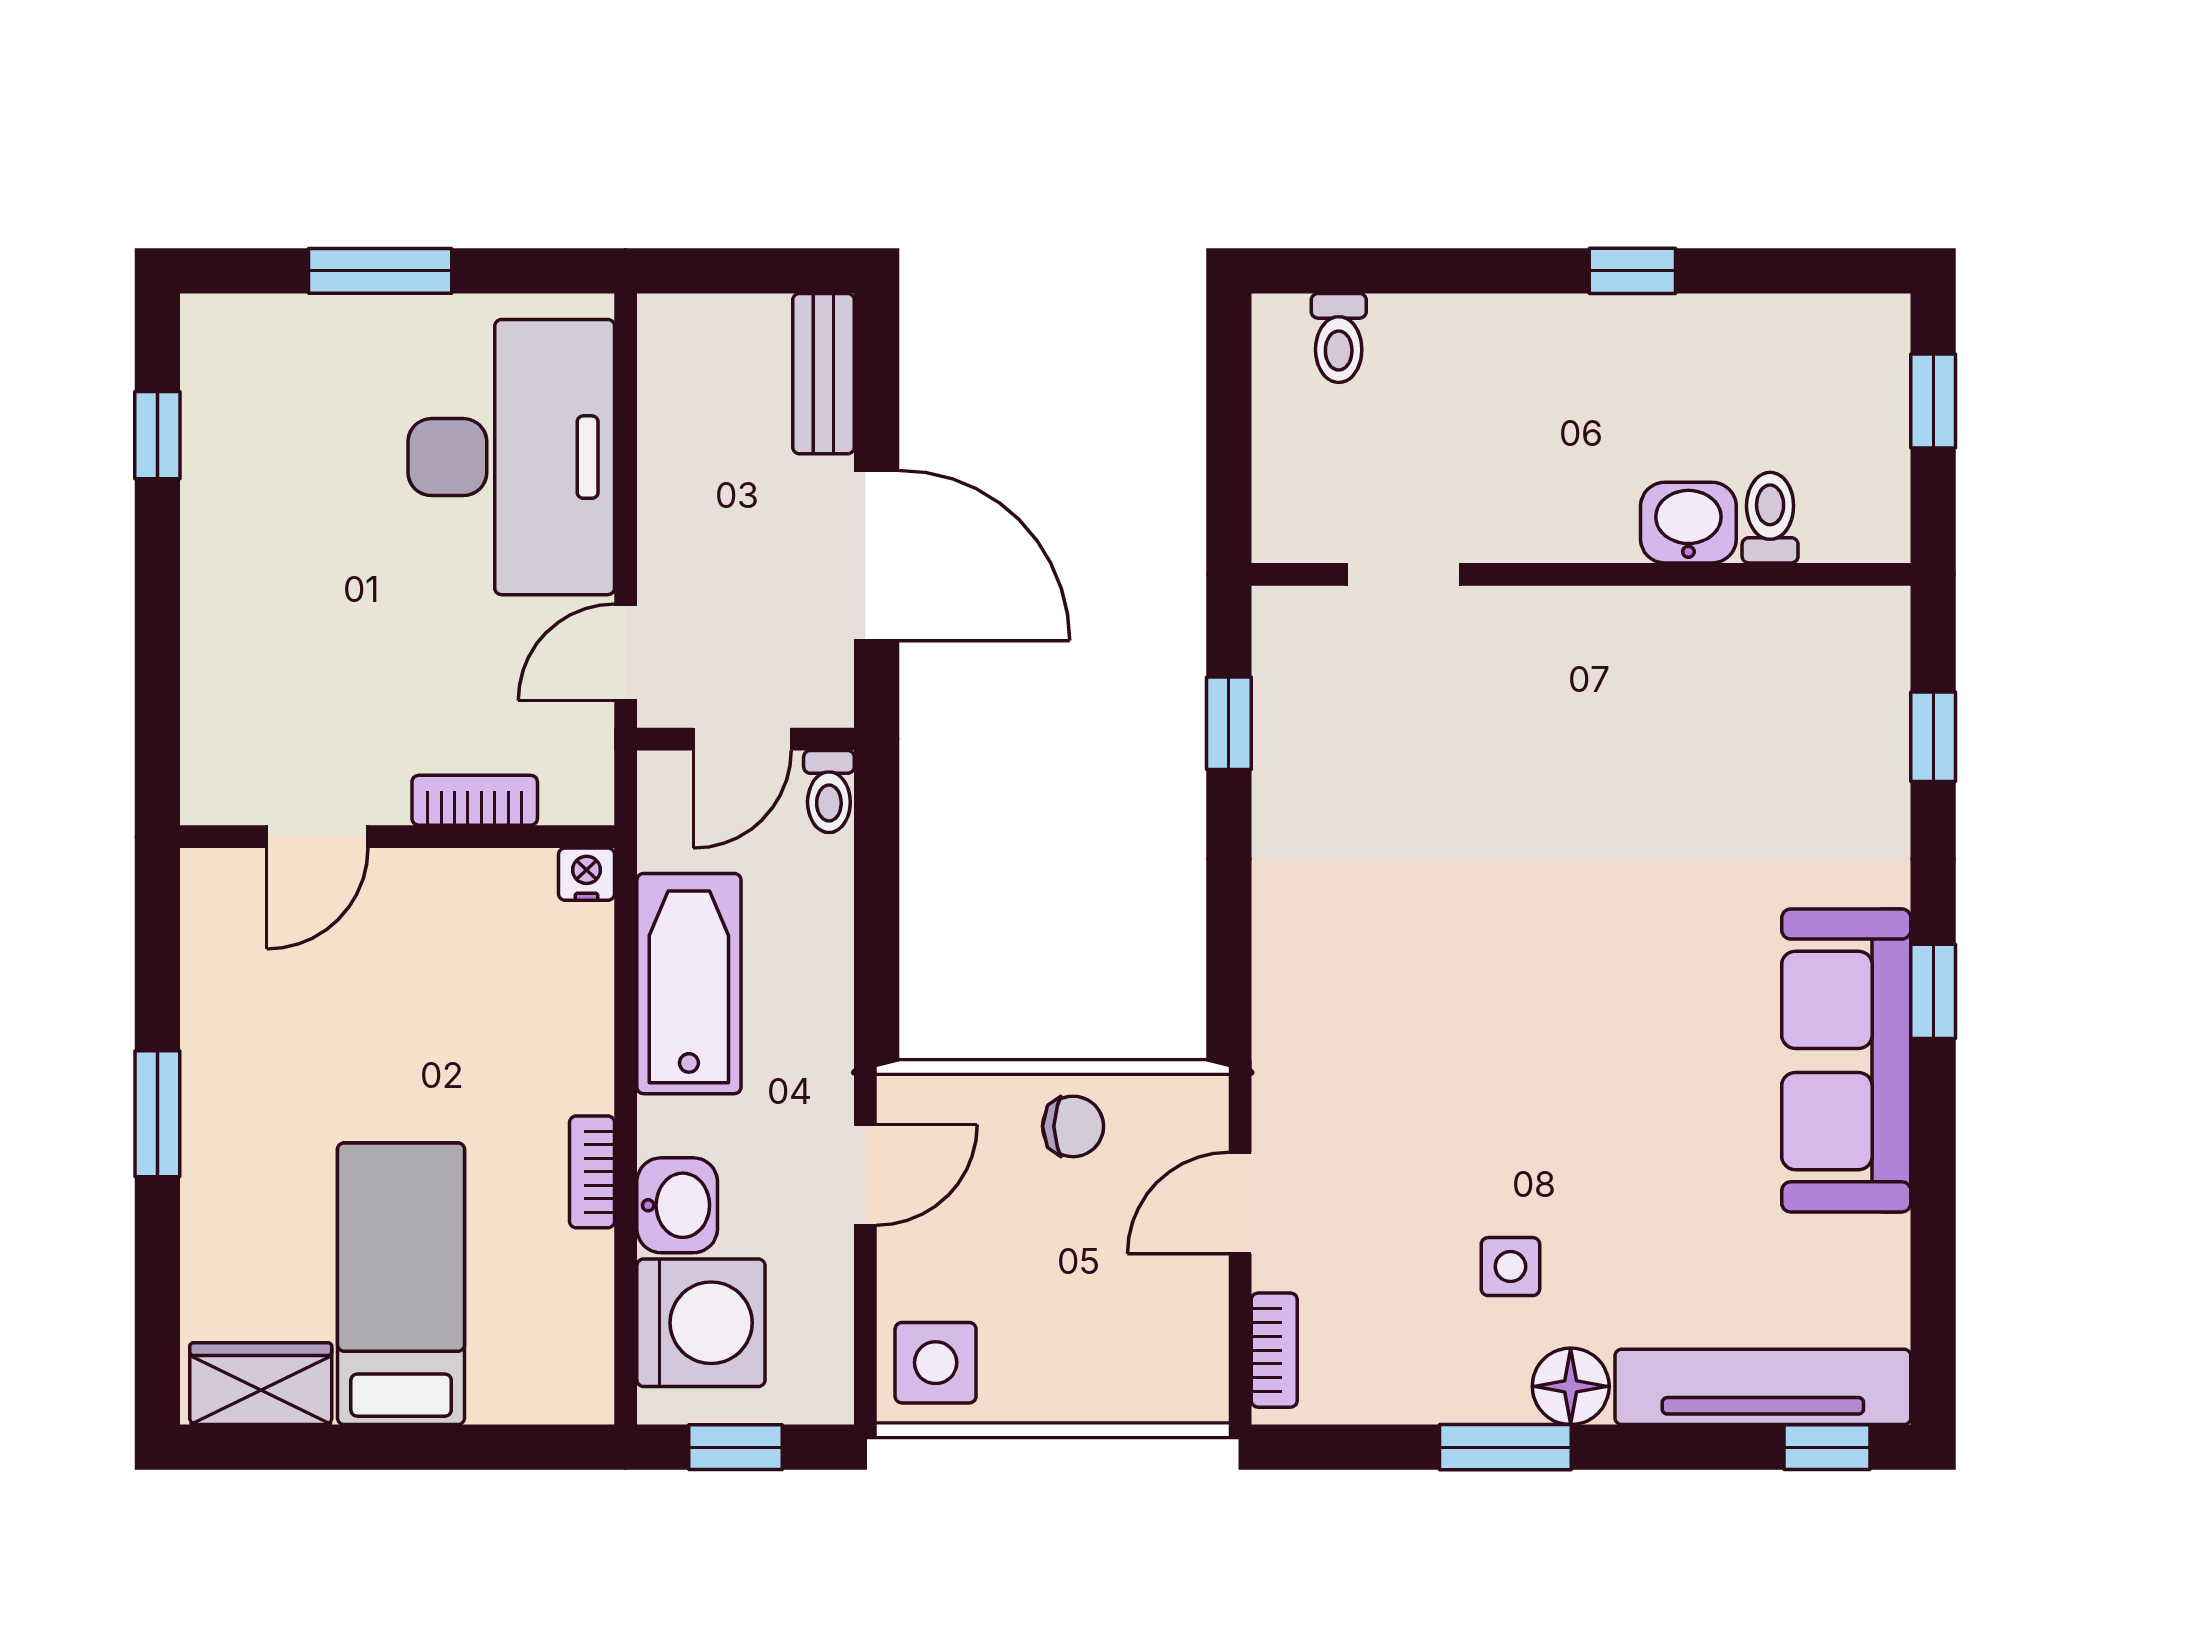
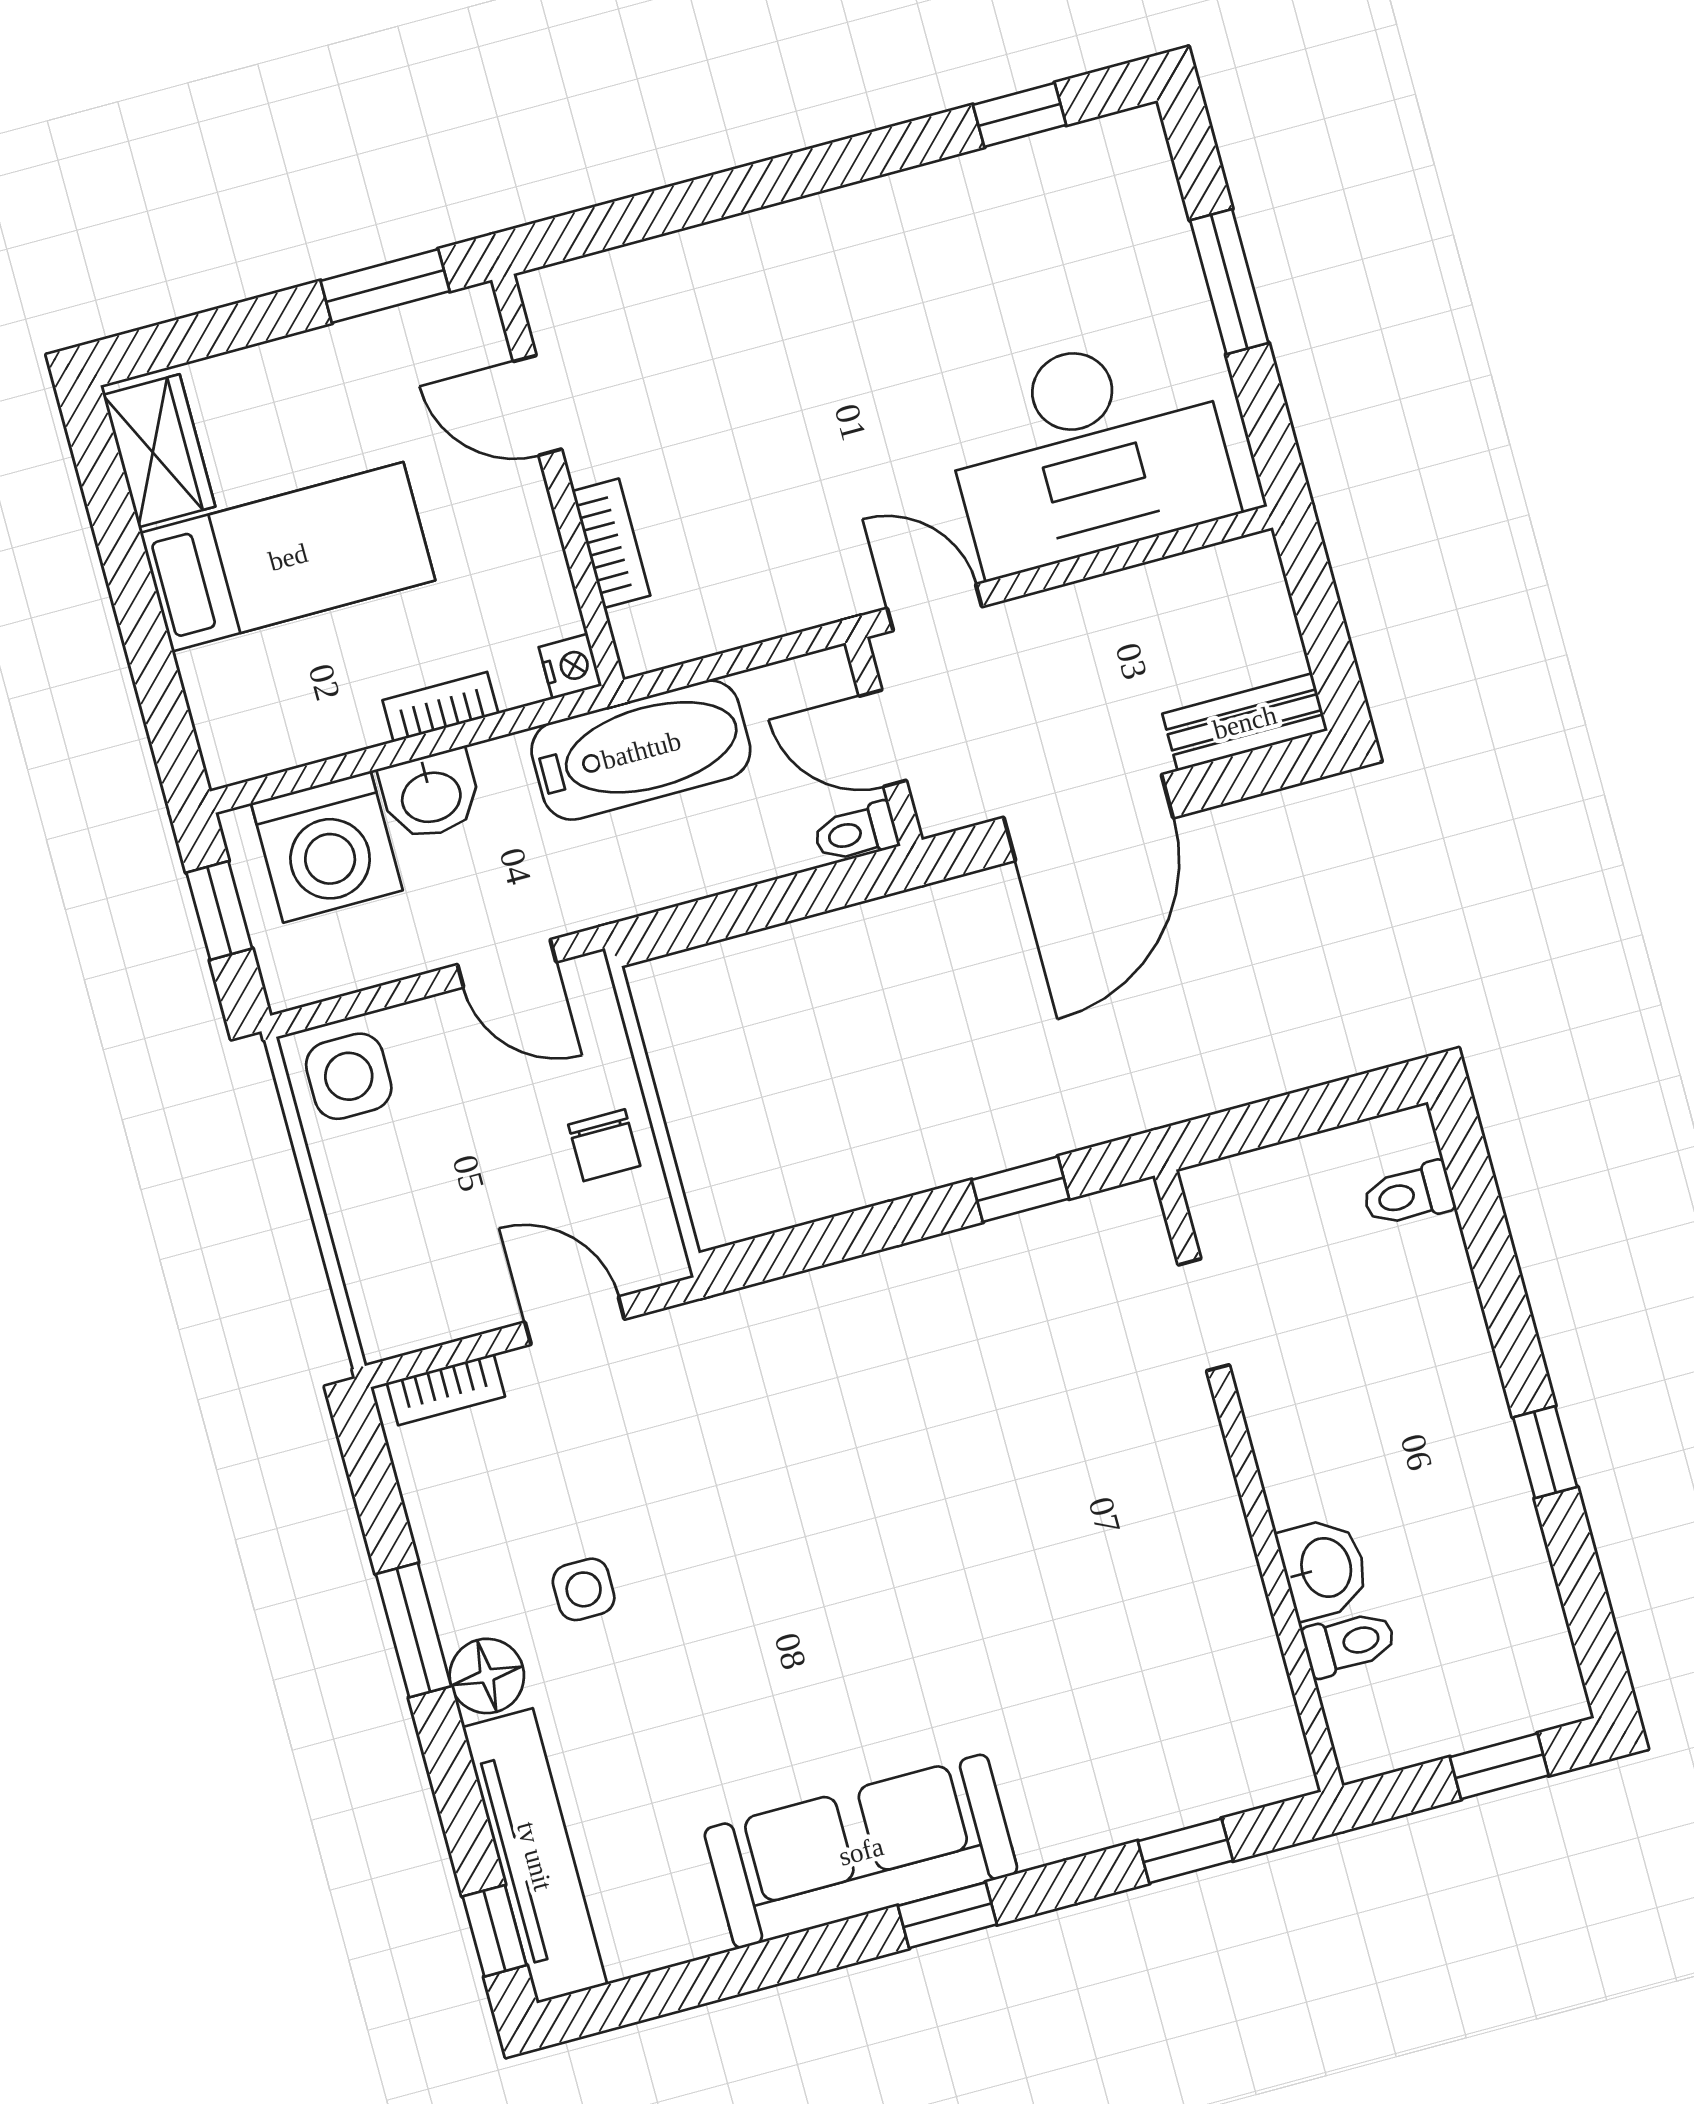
bookcase: (475, 800) -> (611, 543), moved
door: (317, 837) -> (538, 405), moved
wall: (397, 837) -> (558, 480), moved
nightstand: (587, 874) -> (570, 666), moved

